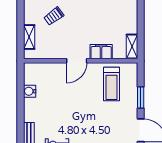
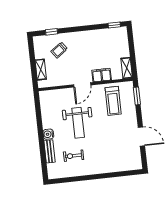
water cooler: (30, 91) -> (48, 134), moved
window: (141, 97) -> (137, 96), moved
weight bench: (67, 106) -> (78, 123), added

